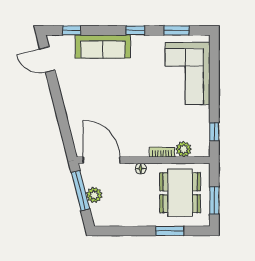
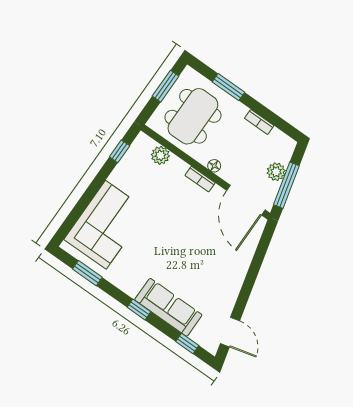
window: (135, 30) -> (139, 310), moved
bookcase: (162, 152) -> (200, 179), moved
bookcase: (131, 222) -> (259, 122), added

